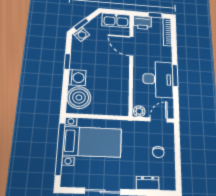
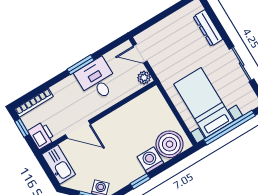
door: (131, 46) -> (78, 129), hinge flipped
desk: (158, 79) -> (97, 80), width x0.73
chair: (158, 152) -> (172, 35), removed
dresser: (148, 183) -> (208, 28), width x1.44

